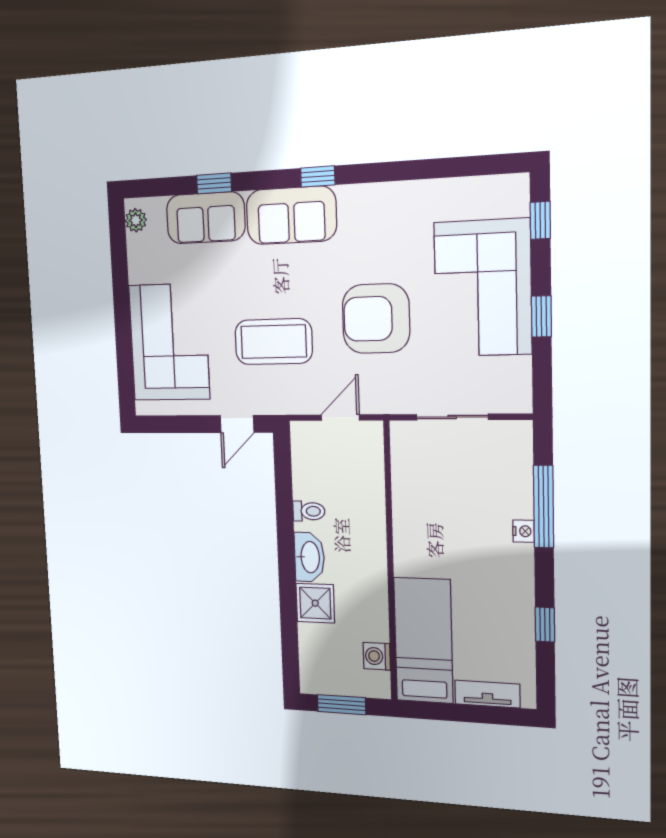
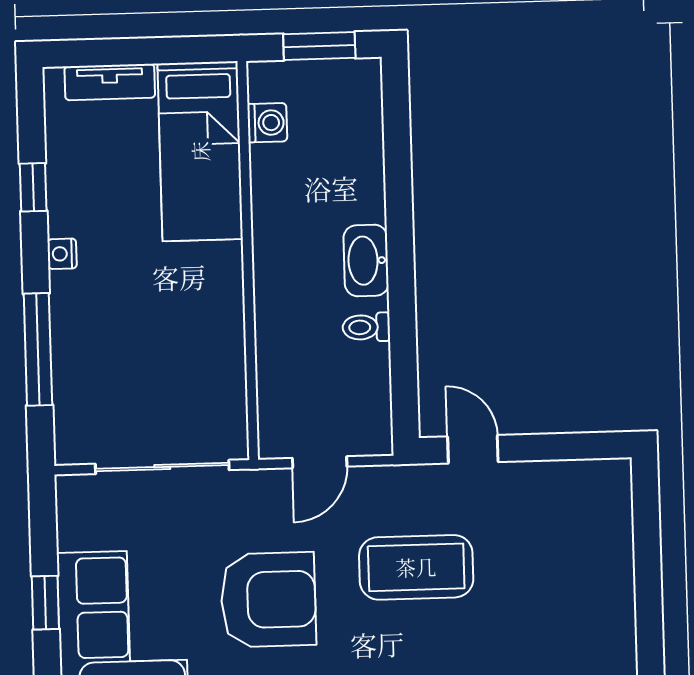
corner sofa: (169, 342) -> (576, 566), removed
sliding door: (452, 417) -> (162, 467), width x1.37
door: (237, 424) -> (473, 449), hinge flipped
nightstand: (524, 531) -> (62, 254), moved
shower: (315, 603) -> (358, 194), removed

